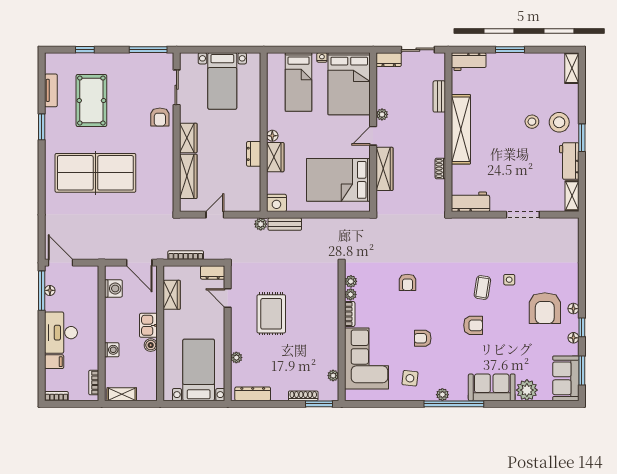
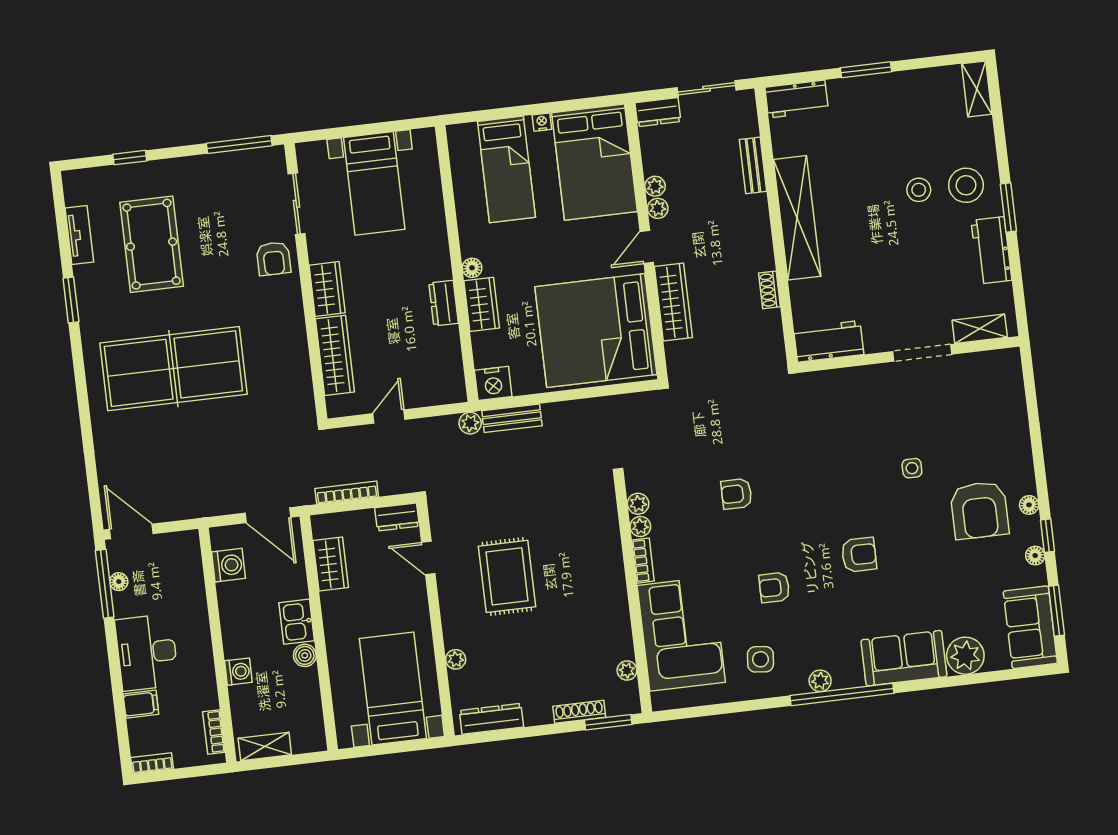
plant: (382, 102) -> (655, 186), added
bed: (338, 180) -> (596, 331), width x1.36
shelving: (572, 196) -> (980, 329), moved, turned 90
armchair: (407, 282) -> (736, 494), turned 90
coffee table: (482, 288) -> (867, 487), removed

